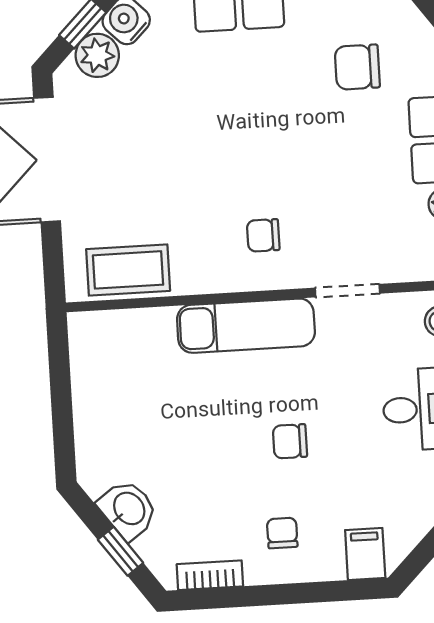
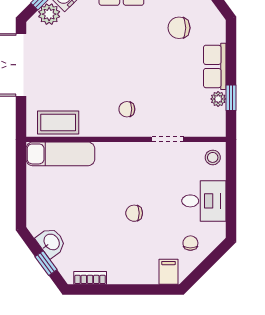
exam couch: (246, 326) -> (60, 154), moved
chair: (282, 533) -> (190, 243), moved

